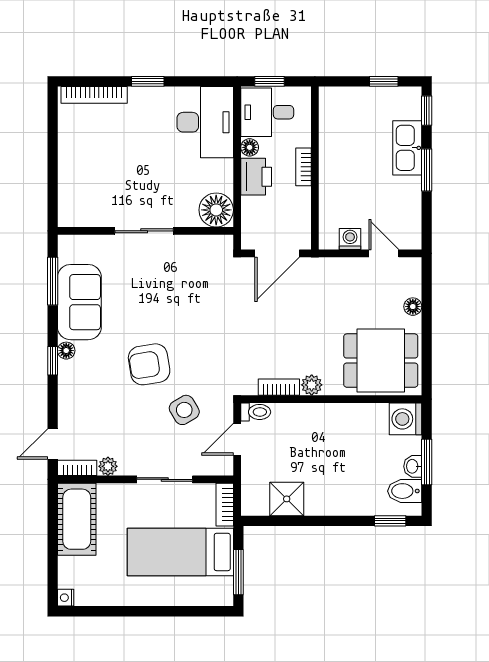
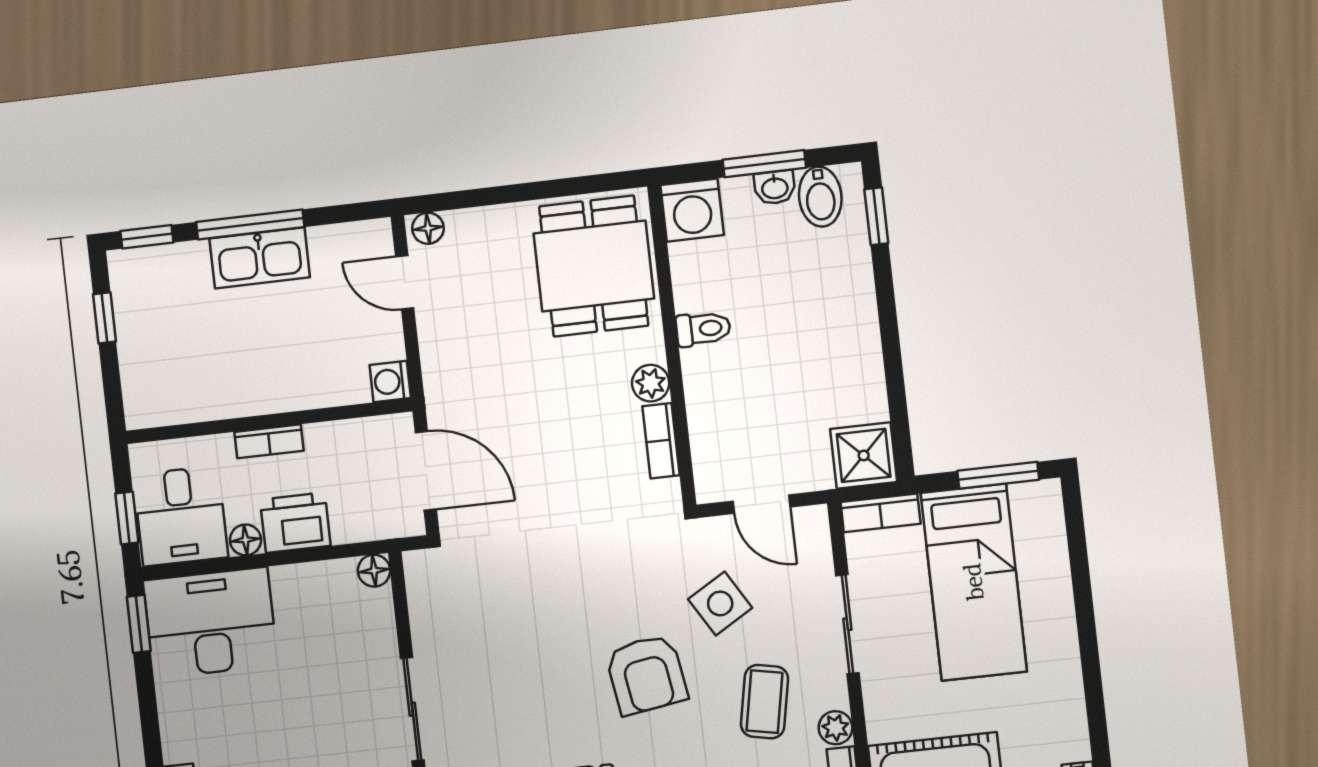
window: (148, 81) -> (139, 624), moved
kitchen sink: (407, 148) -> (260, 258), moved
window: (427, 170) -> (250, 225), width x1.44
floor lamp: (216, 210) -> (374, 571), width x0.53, depth x0.53
washing machine: (350, 239) -> (390, 382), moved
door: (384, 253) -> (405, 282), hinge flipped
floor lamp: (413, 307) -> (428, 228), moved
toilet: (256, 412) -> (703, 329), moved, turned 90
coffee table: (127, 428) -> (765, 702), added
shower: (287, 499) -> (864, 455), moved

